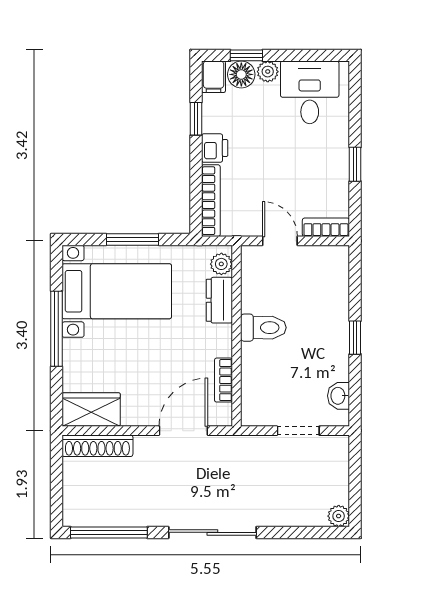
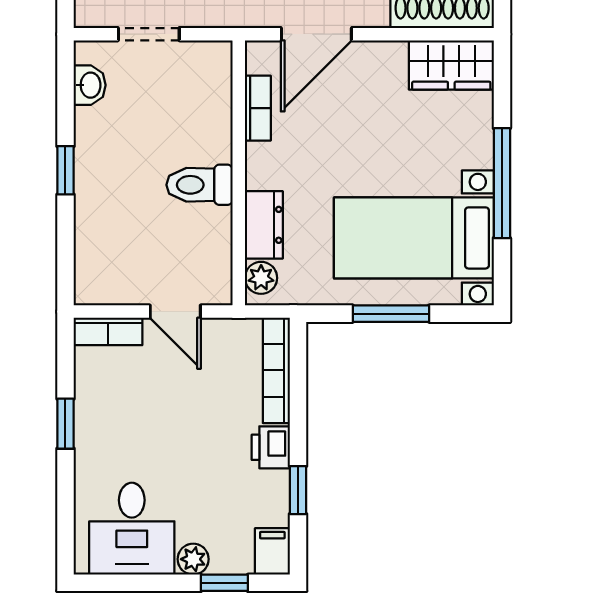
floor lamp: (241, 74) -> (232, 555), removed

